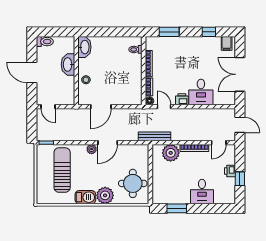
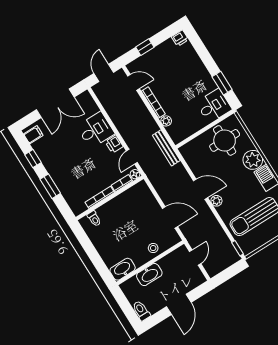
window: (169, 32) -> (50, 186), moved
door: (48, 107) -> (195, 258), moved
plant: (171, 153) -> (166, 121), width x0.53, depth x0.53
printer: (230, 171) -> (180, 38), moved
window: (240, 179) -> (145, 47), moved
desk: (202, 192) -> (214, 106), moved

